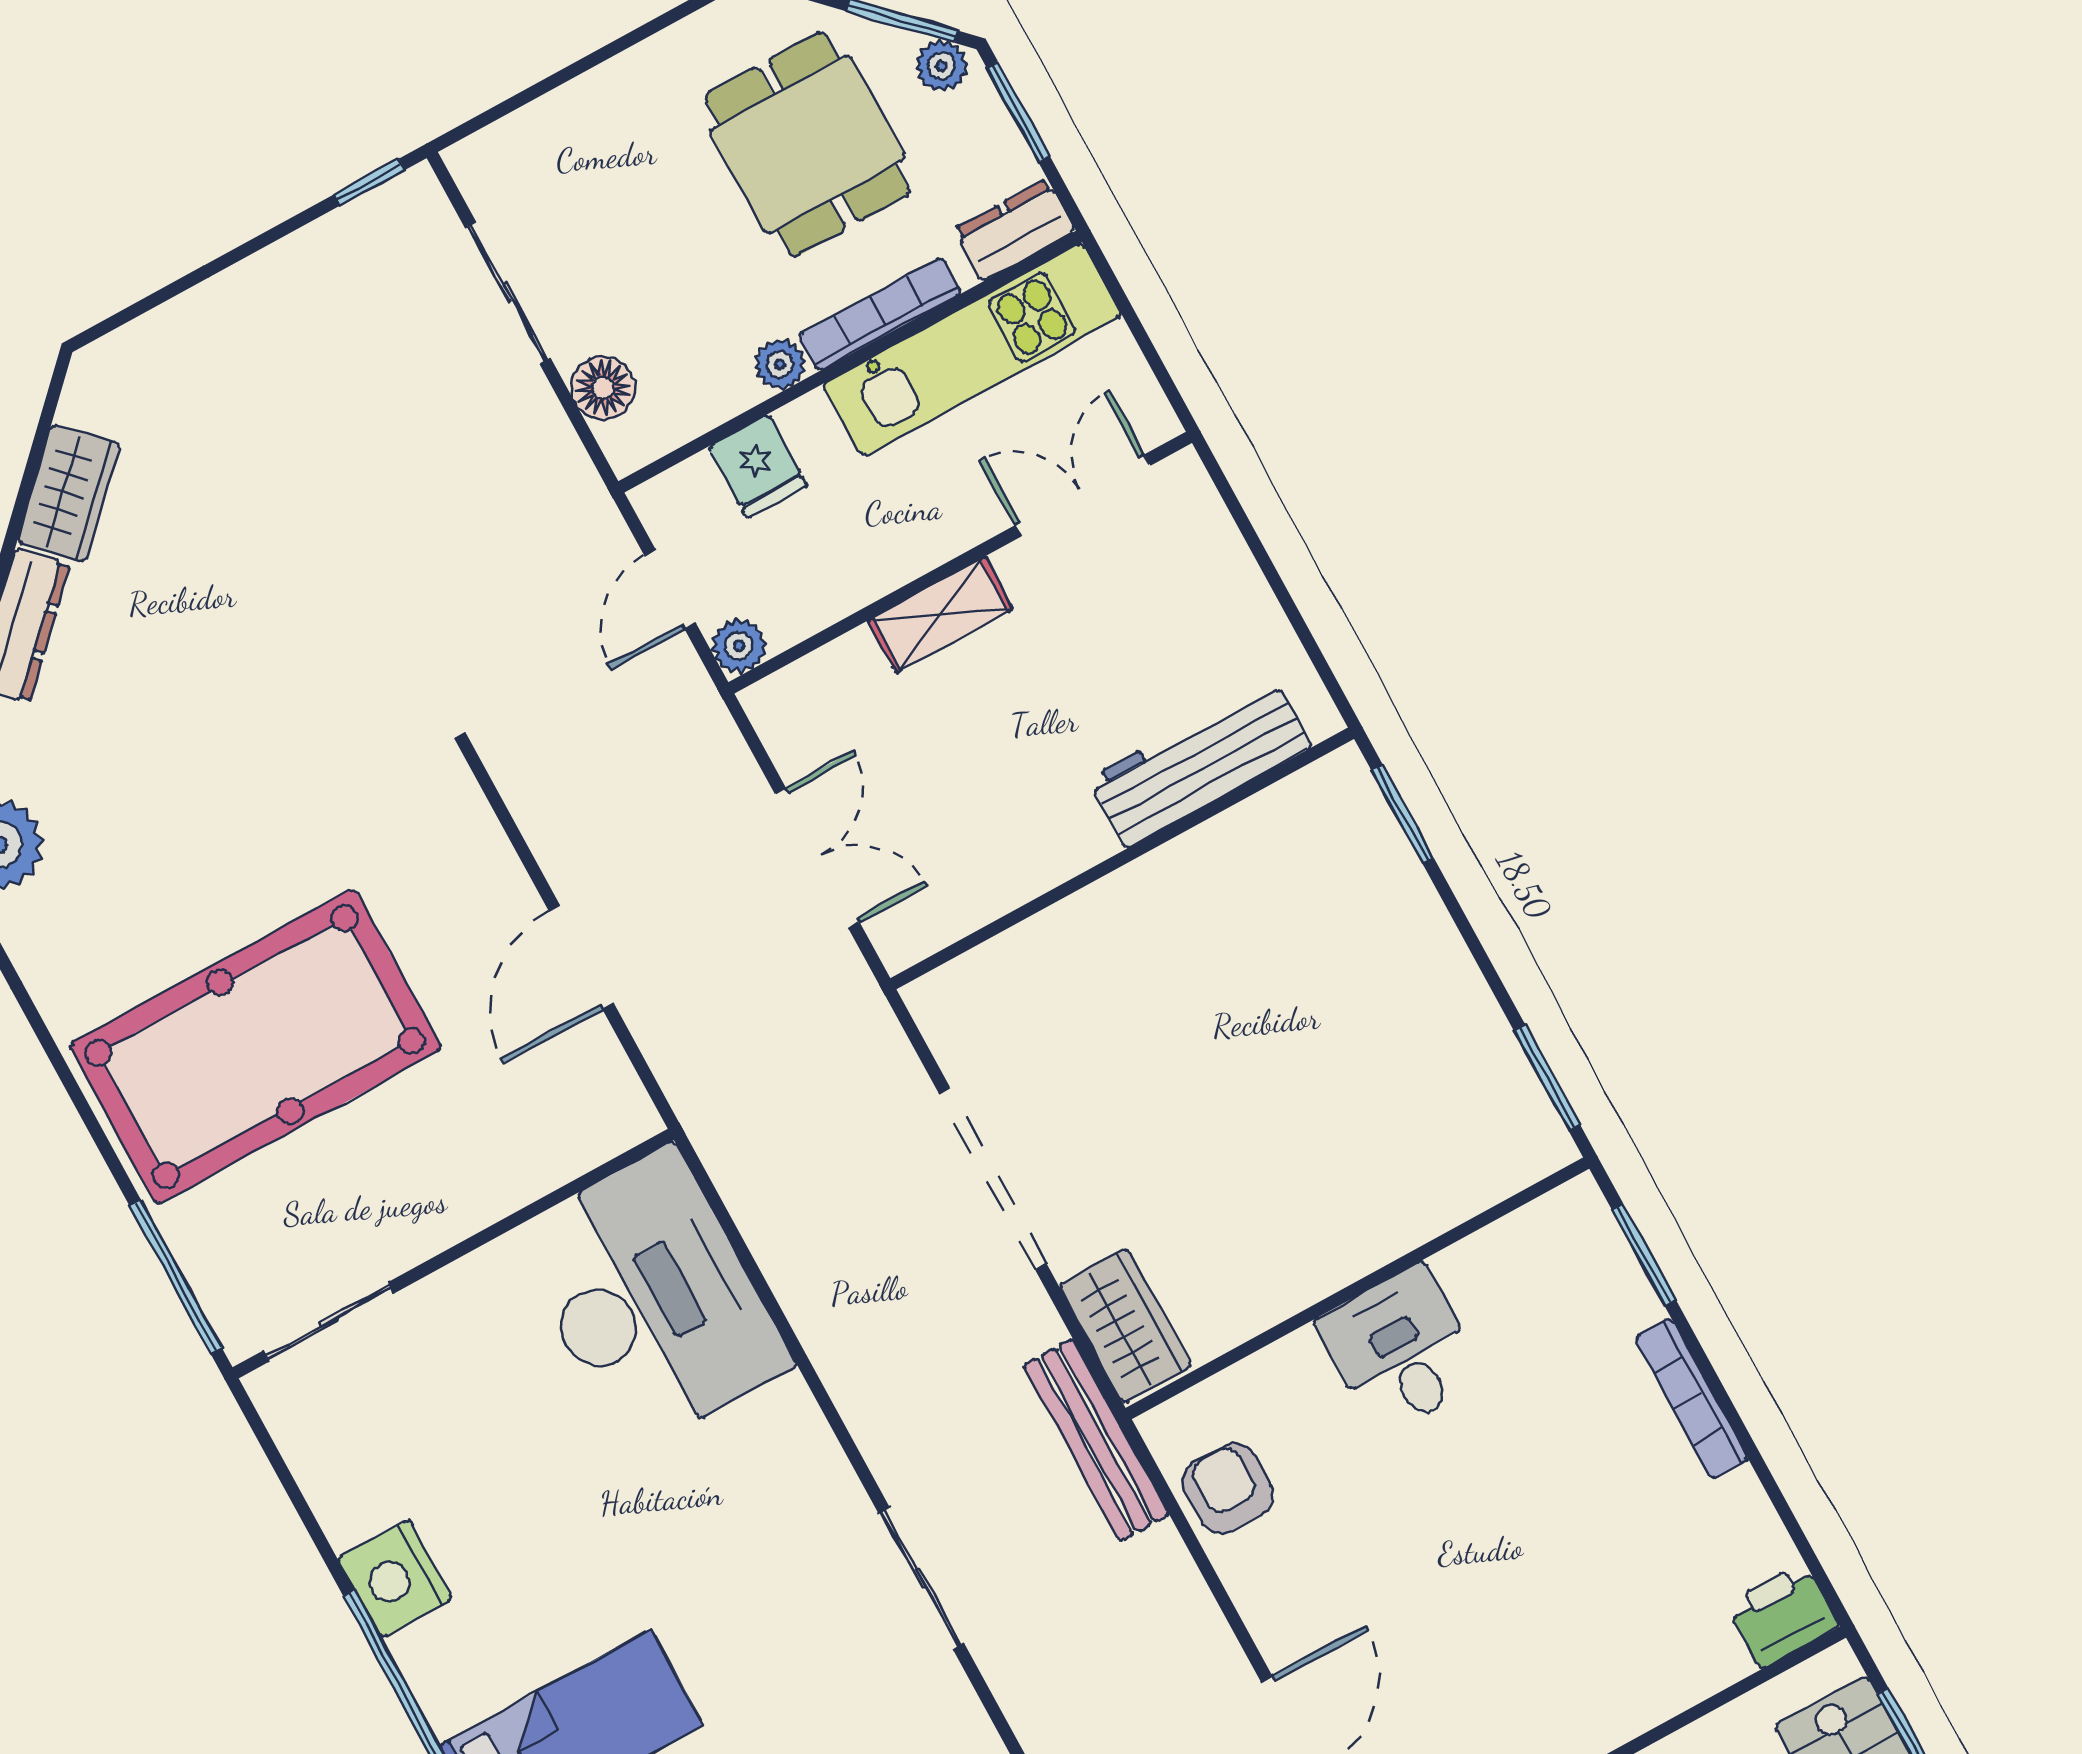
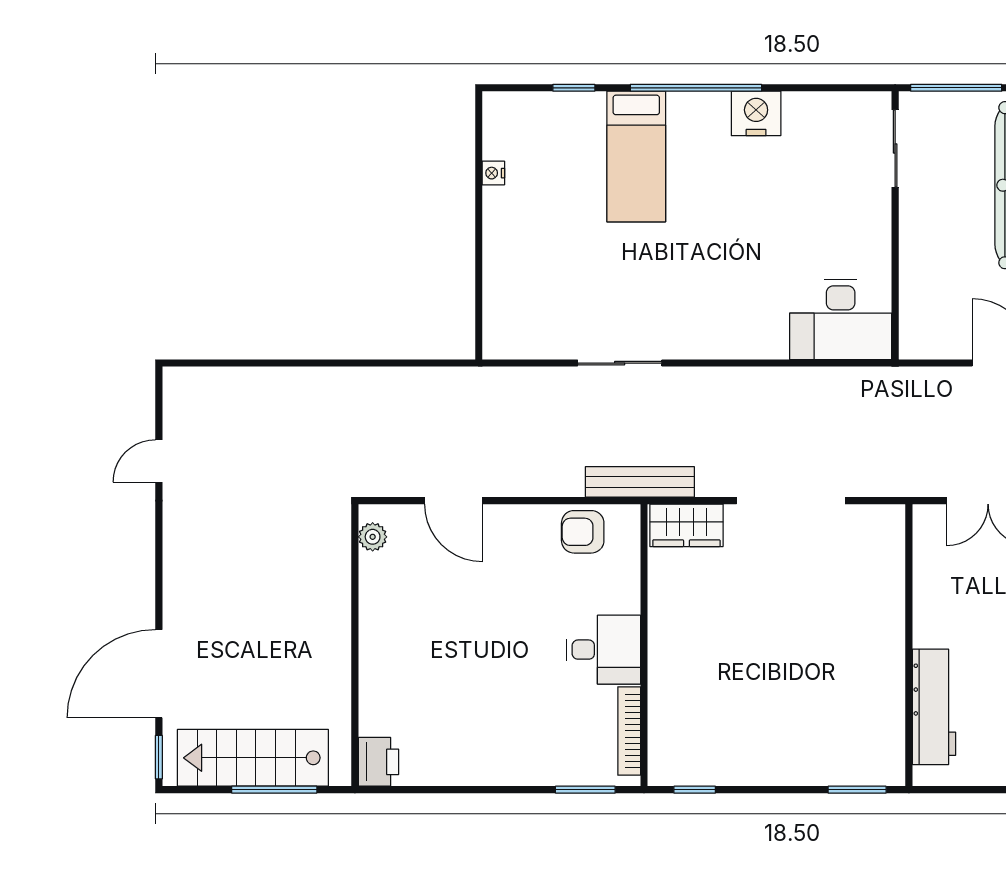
window: (1547, 1078) -> (695, 790), width x0.67
desk: (651, 1299) -> (841, 320), width x0.73, depth x0.77
bookcase: (1692, 1399) -> (629, 731), moved, turned -90
armchair: (1228, 1488) -> (583, 532), turned 180

